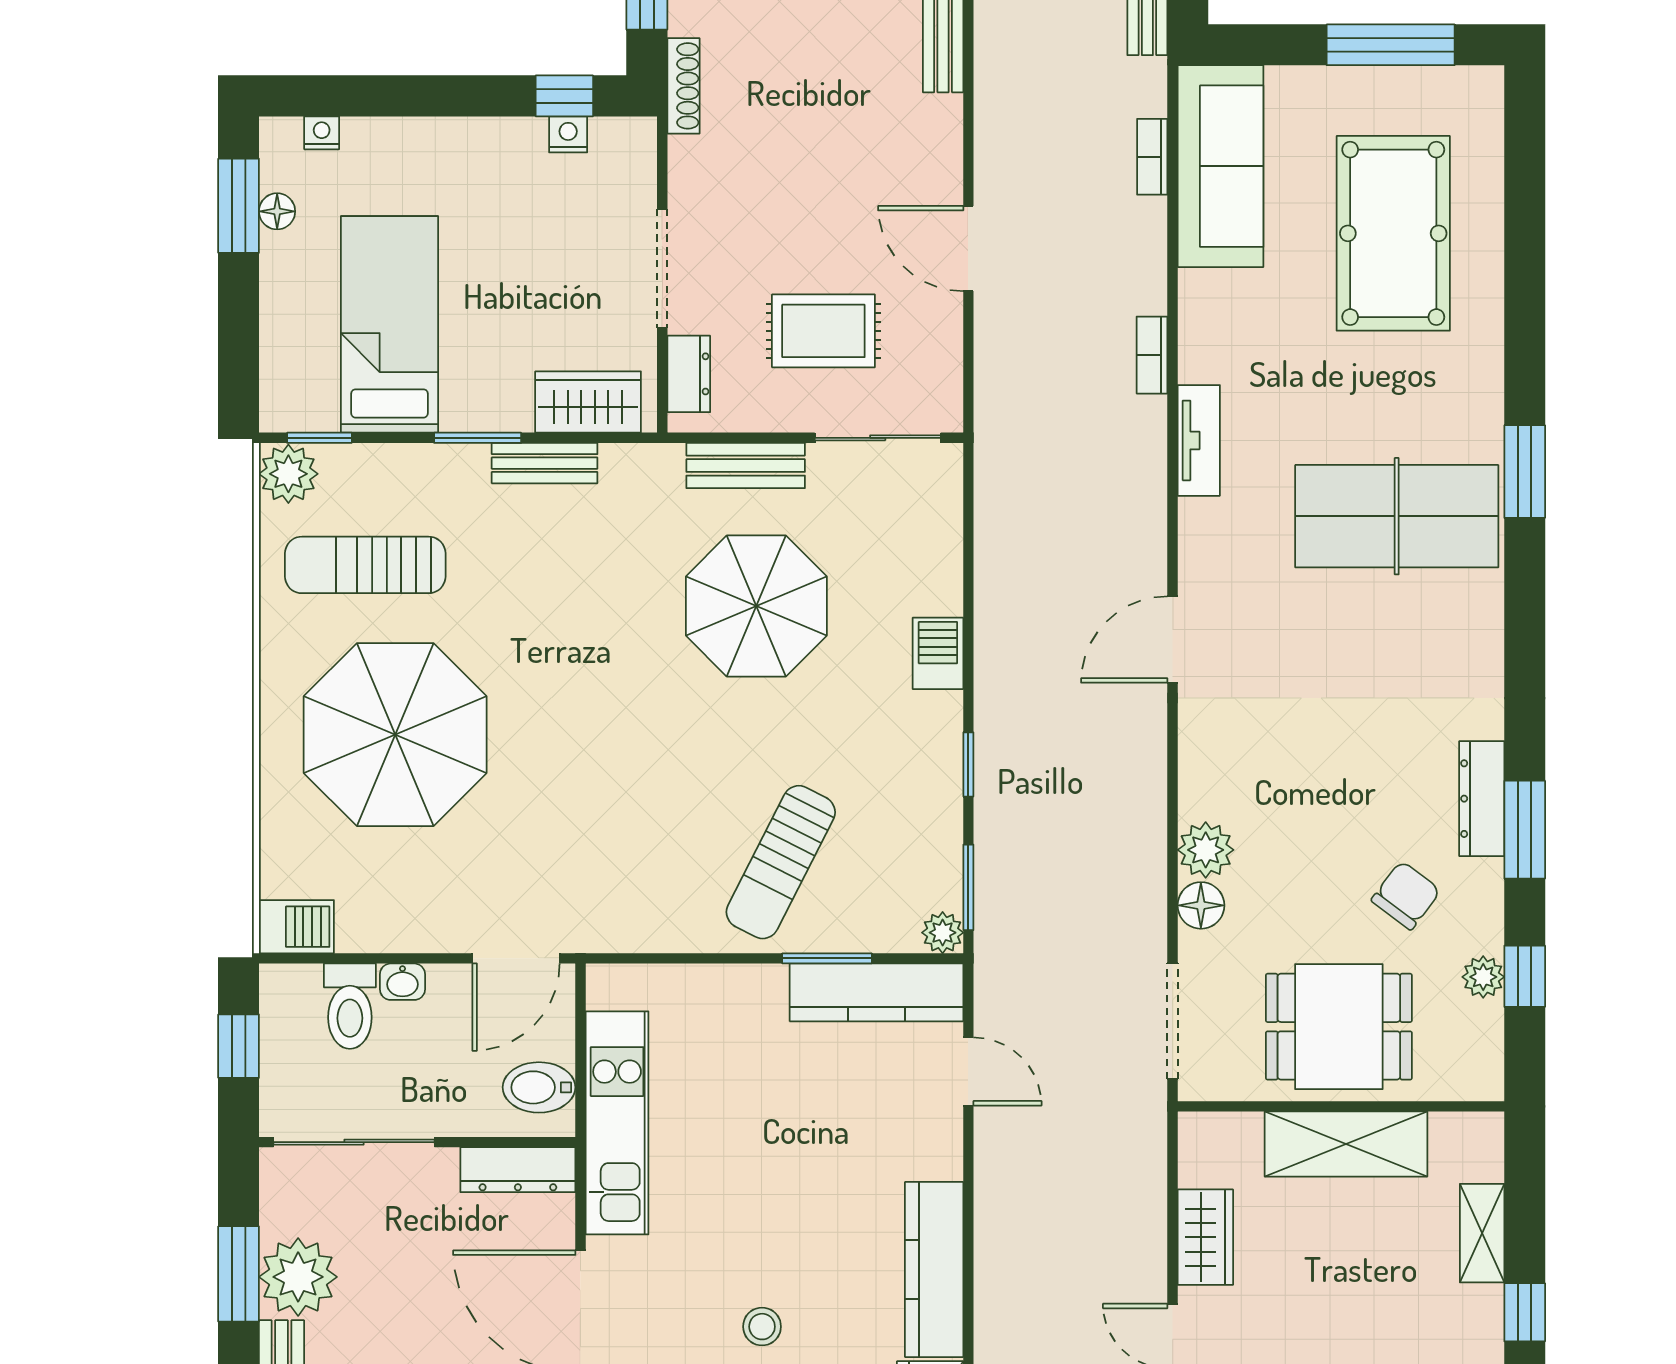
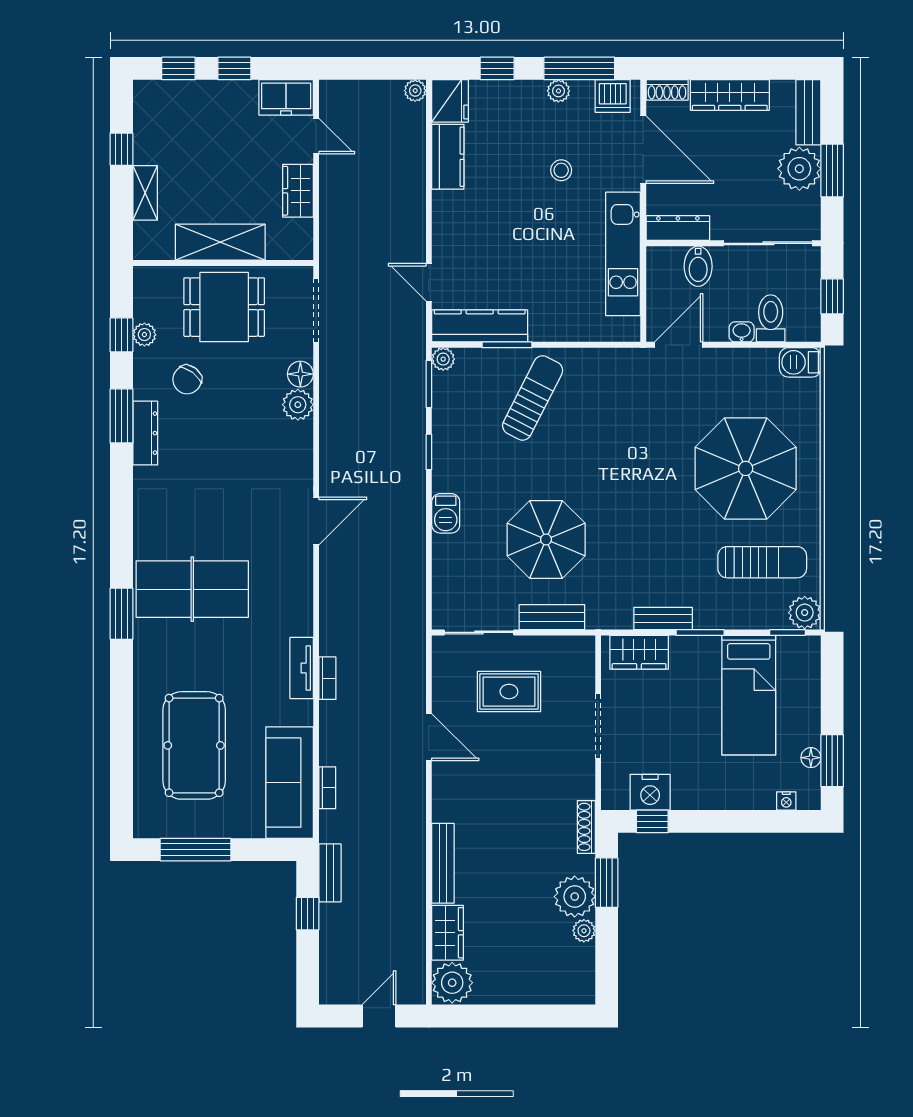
nightstand: (568, 134) -> (650, 792), width x1.89, depth x1.79
dresser: (689, 374) -> (583, 668), removed
tv unit: (1199, 440) -> (302, 668), moved
bidet: (539, 1087) -> (698, 266), moved, turned 90
kitchen counter: (934, 1269) -> (448, 157), width x0.67
stool: (762, 1327) -> (561, 170), moved

